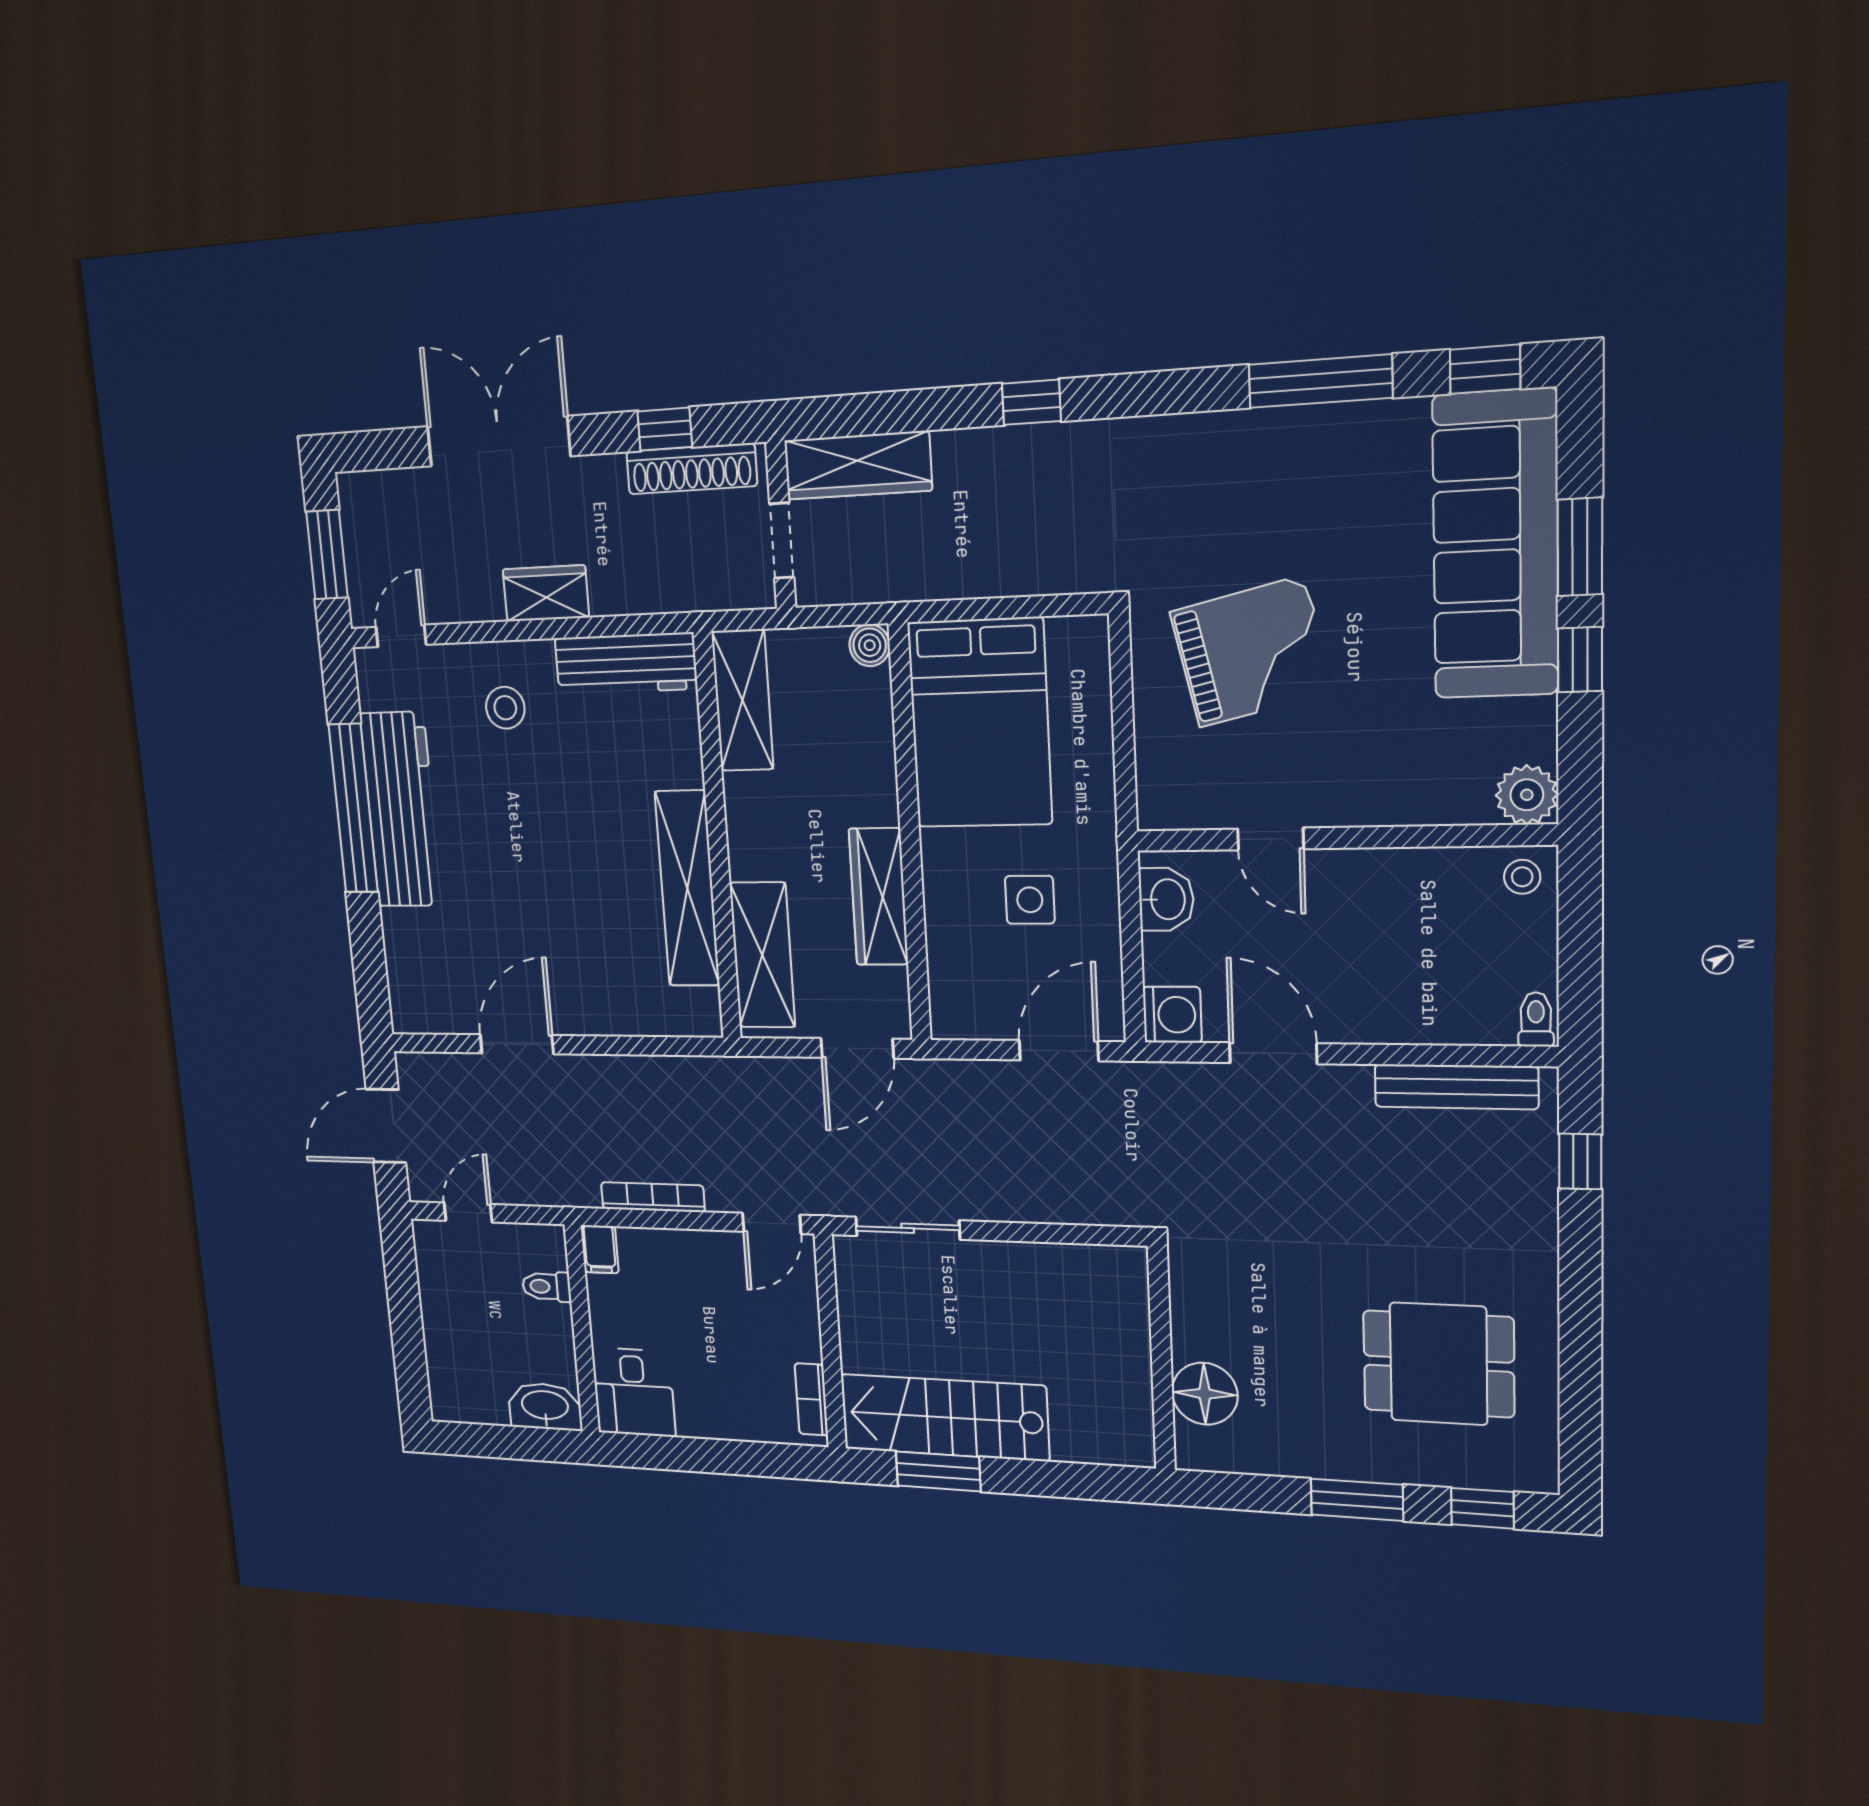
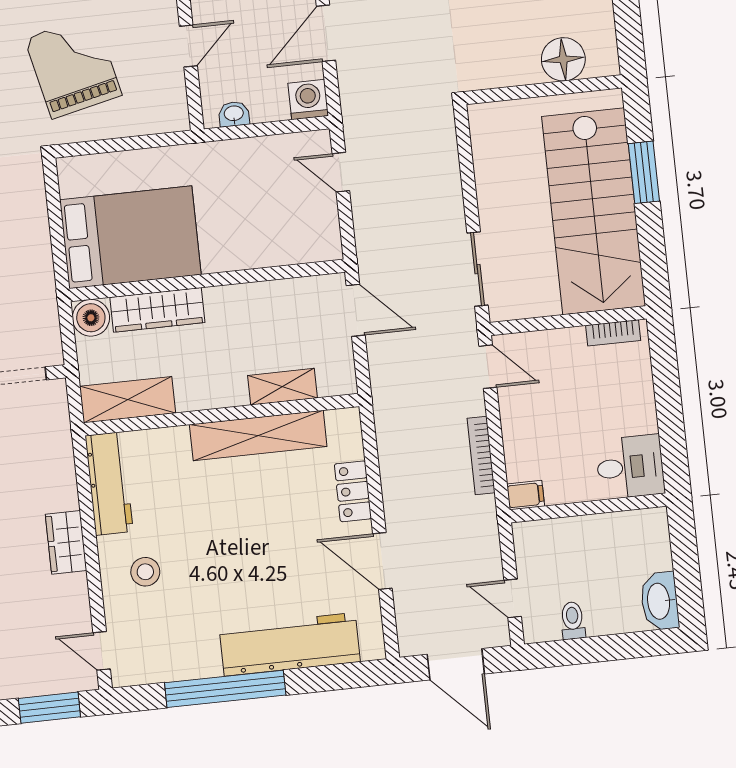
boiler: (870, 645) -> (91, 318), width x1.36, depth x1.36
workbench: (401, 810) -> (290, 644), moved
wardrobe: (879, 897) -> (157, 310), moved
washbasin: (1166, 899) -> (234, 114), width x0.72, depth x0.69
side table: (1030, 900) -> (242, 198), removed
shelving: (762, 955) -> (283, 387), width x0.67, depth x0.75
locker: (609, 1015) -> (353, 491), added
door: (1059, 1051) -> (341, 172), width x0.73
toilet: (547, 1287) -> (573, 620), moved, turned 180
washbasin: (545, 1406) -> (660, 601), moved
stairs: (944, 1417) -> (594, 211), width x1.36, depth x1.51
window: (938, 1471) -> (644, 172), moved

